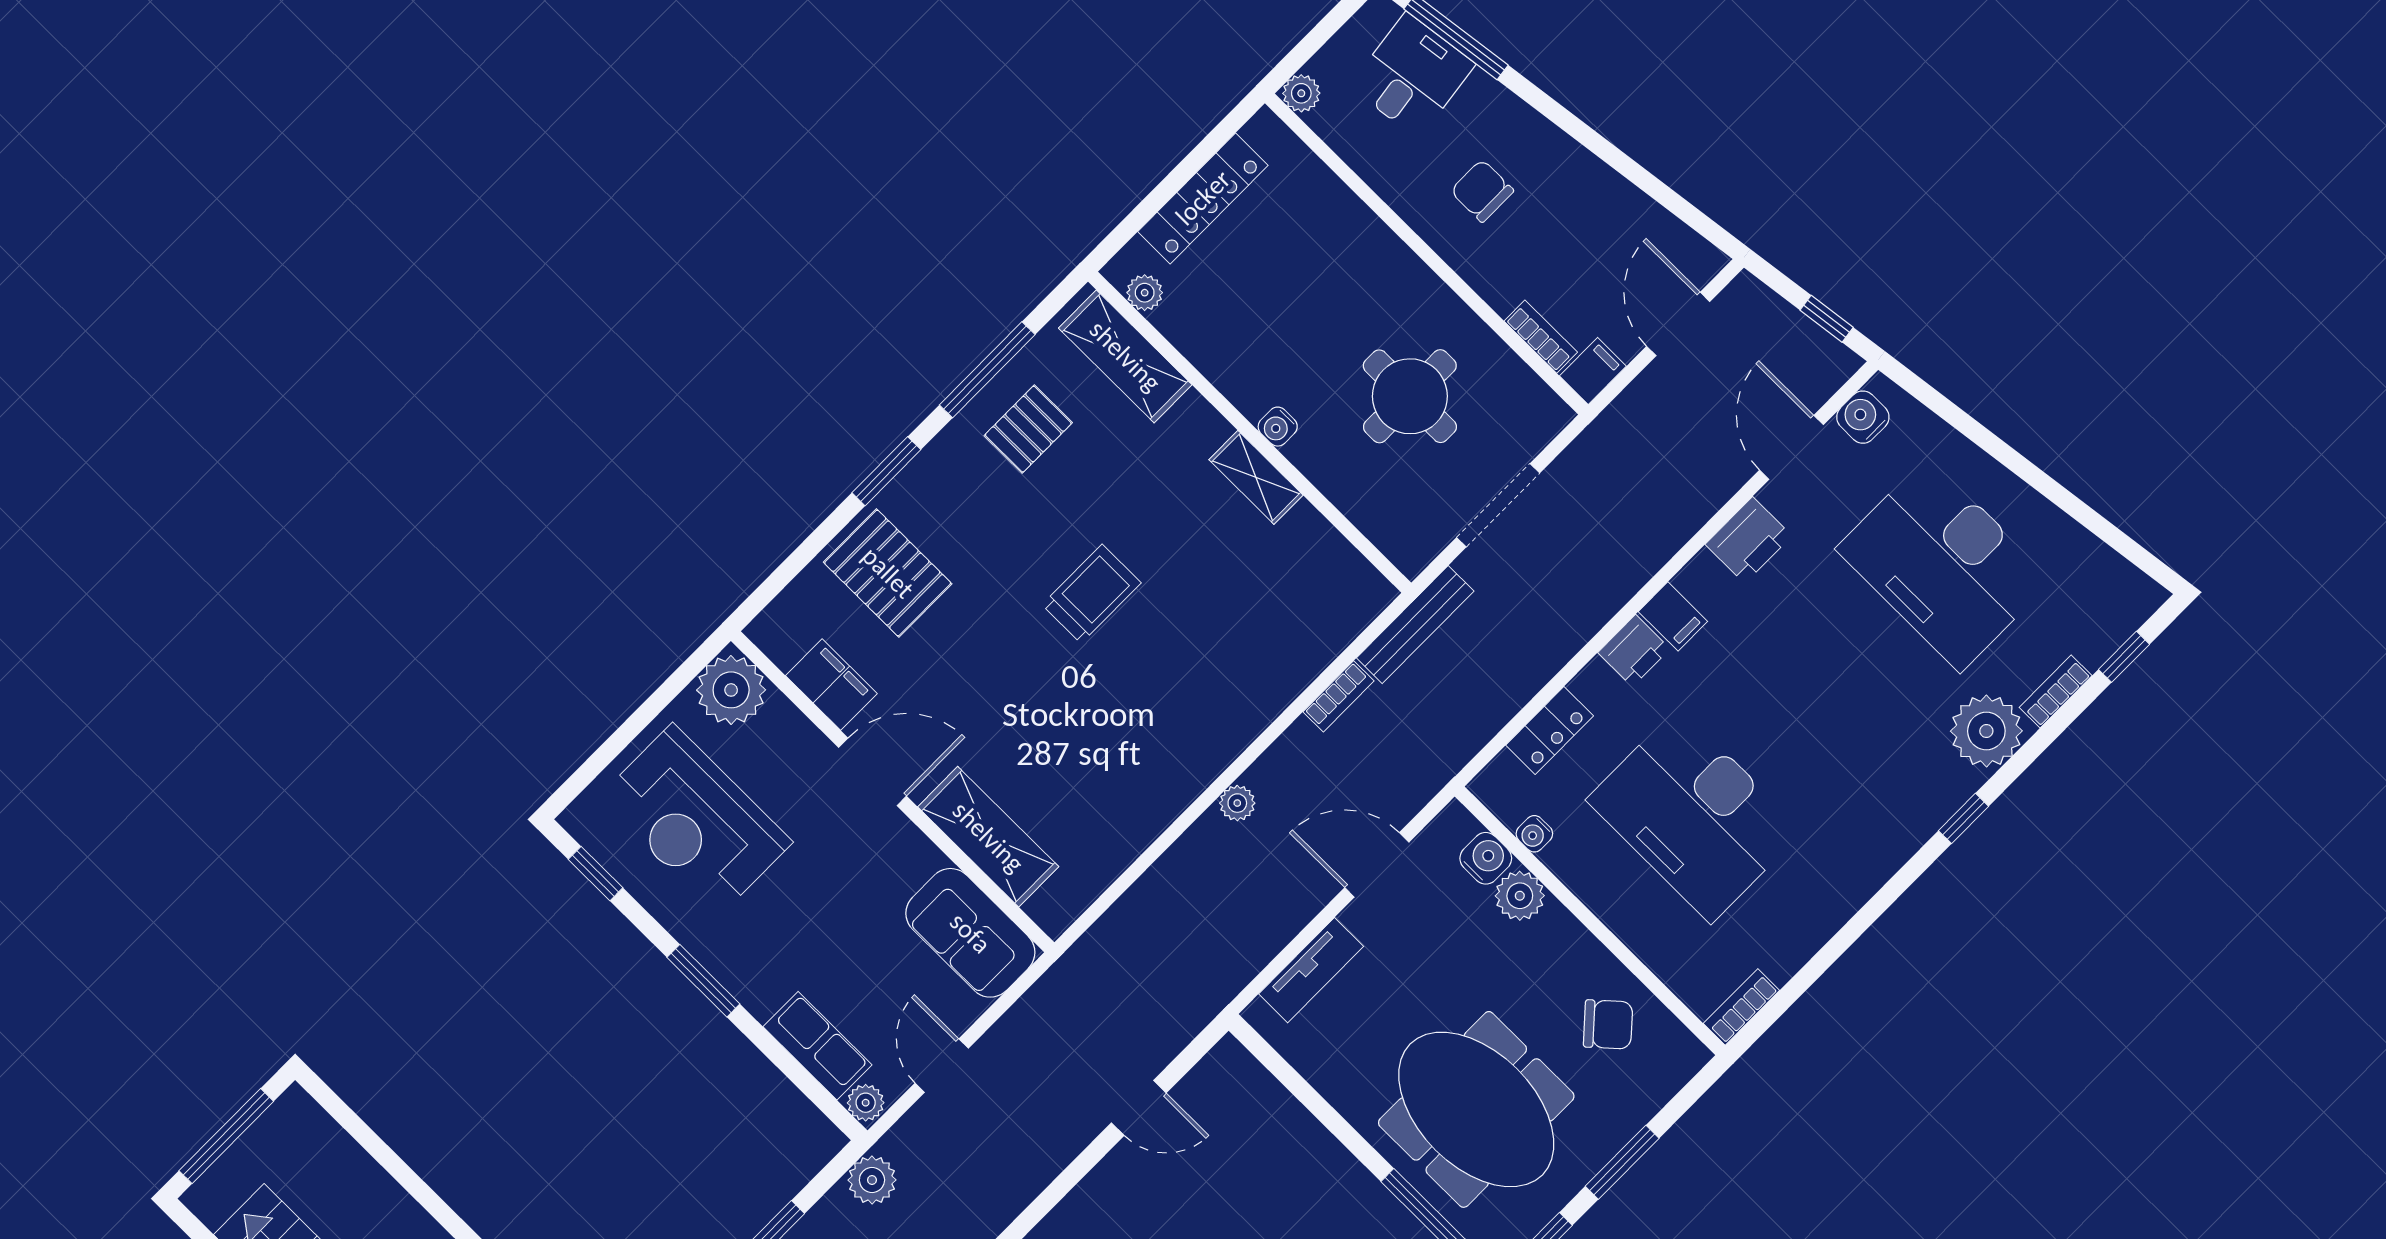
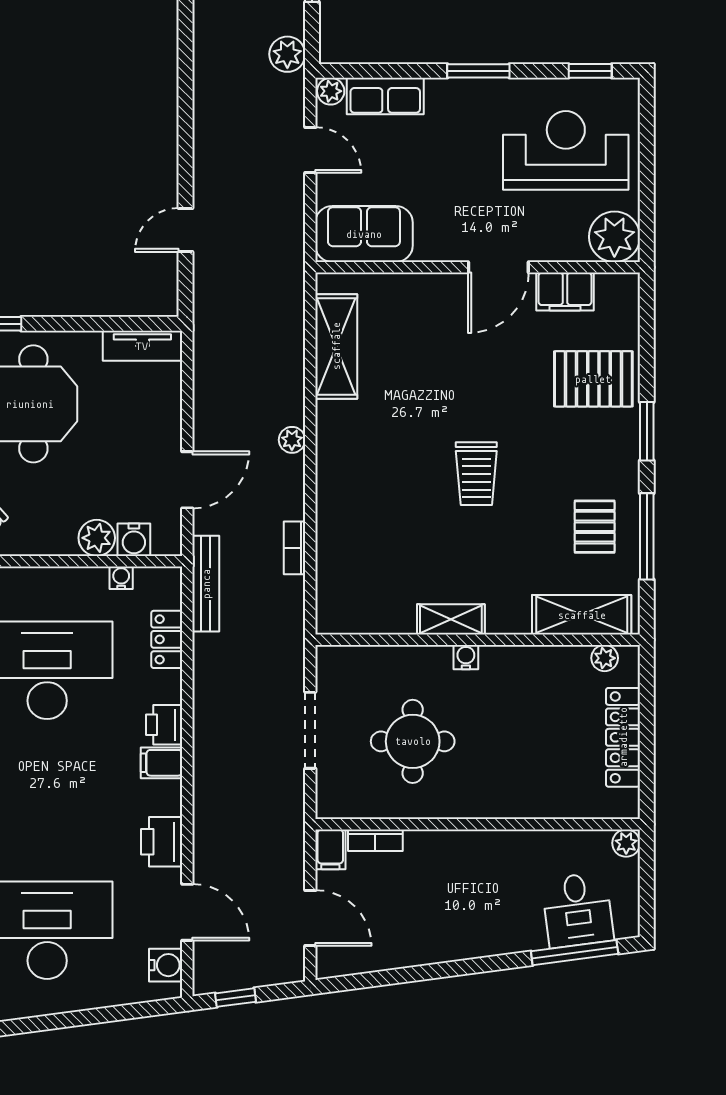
chair: (1482, 191) -> (481, 886), removed
bench: (1415, 625) -> (206, 584), moved
shelving: (988, 837) -> (336, 346), moved, turned 90
tv unit: (1311, 970) -> (142, 346), moved, turned -90

